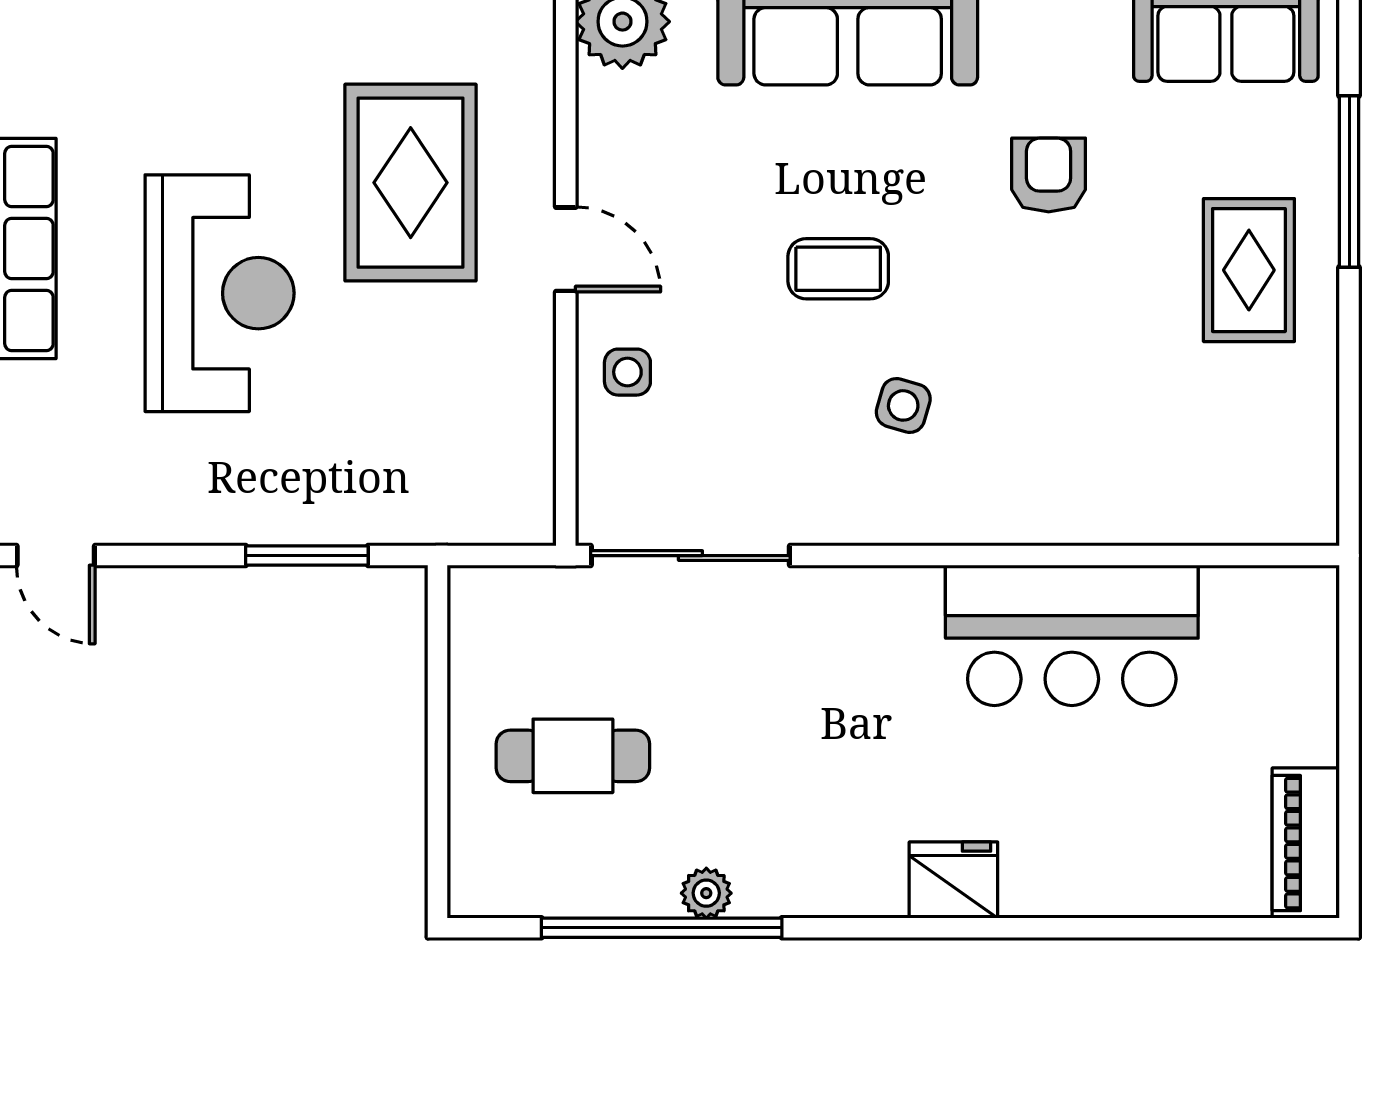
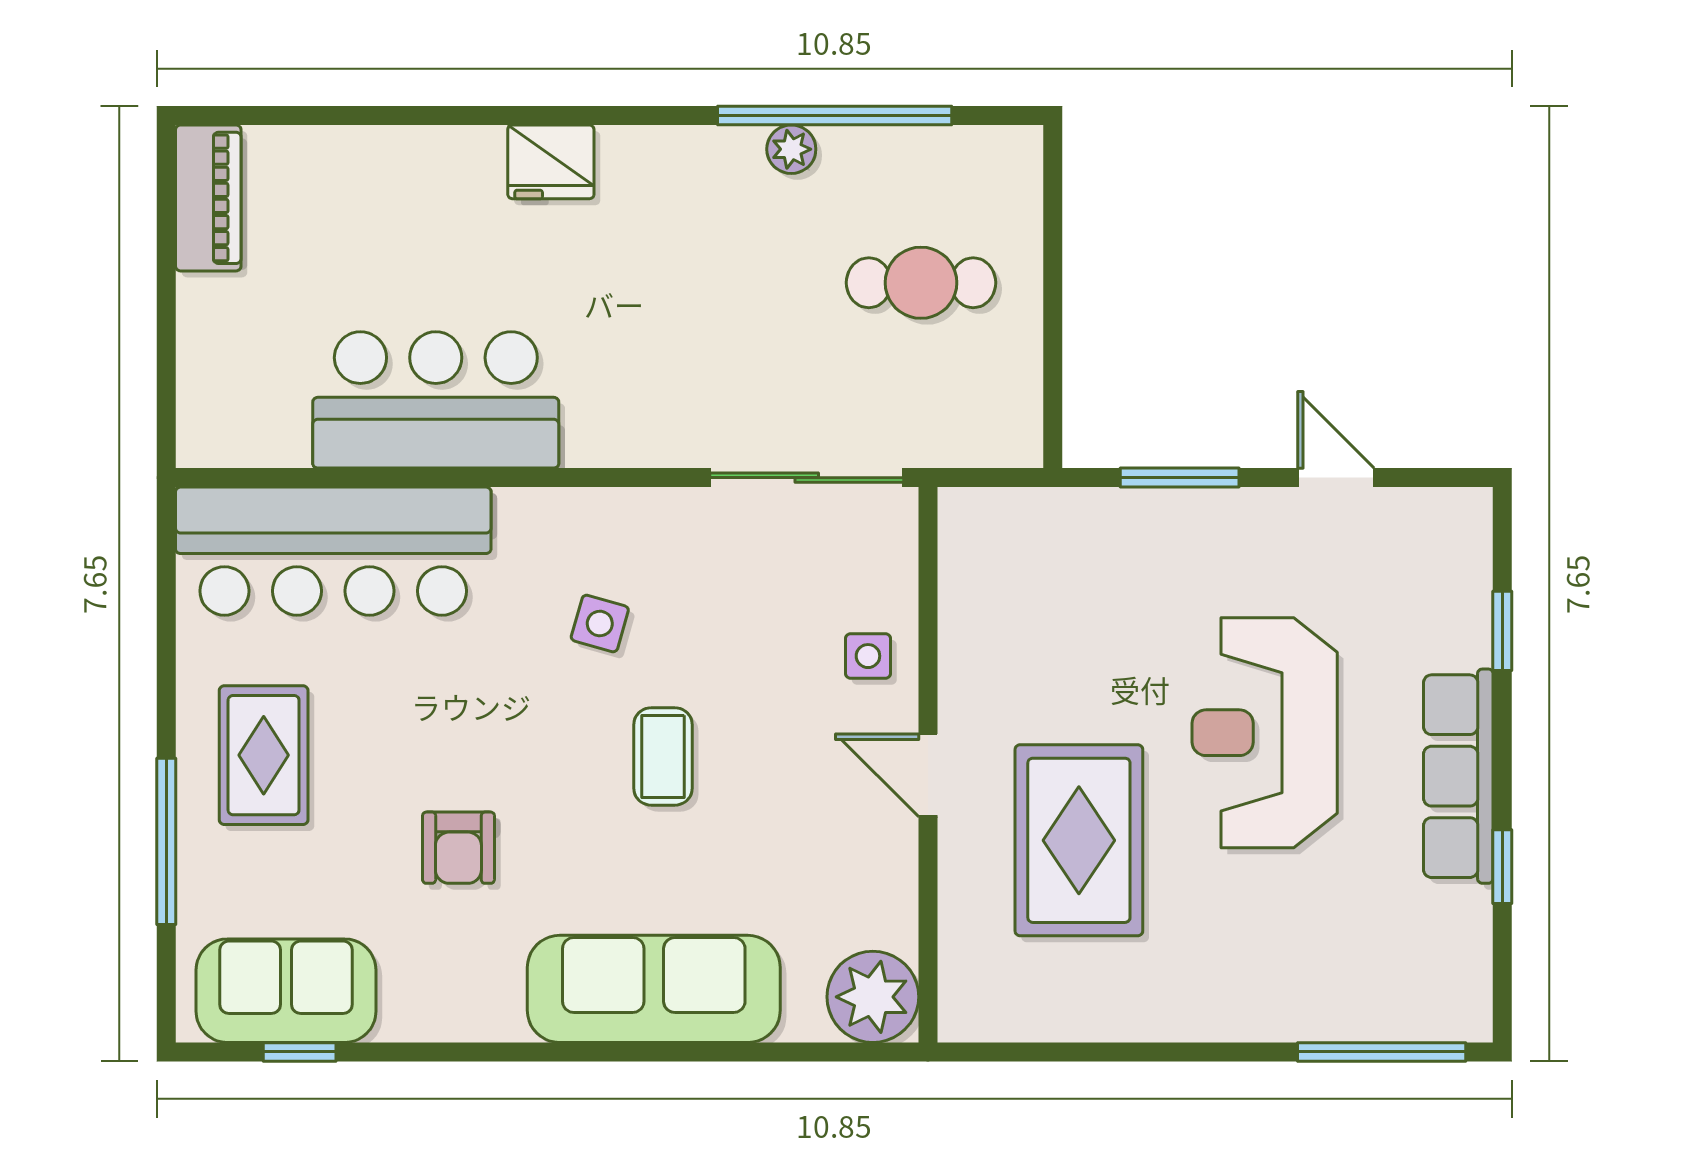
coffee table: (838, 269) -> (663, 756), turned 90
bar counter: (1177, 480) -> (333, 551), added
door: (56, 556) -> (1336, 478), moved

